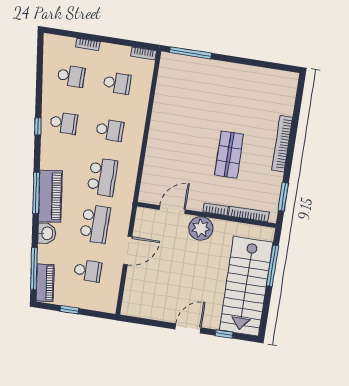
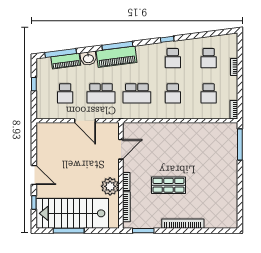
door: (172, 210) -> (121, 149), hinge flipped
plant: (201, 228) -> (110, 186), moved
window: (273, 266) -> (69, 231), moved
piano: (45, 283) -> (66, 61), moved

